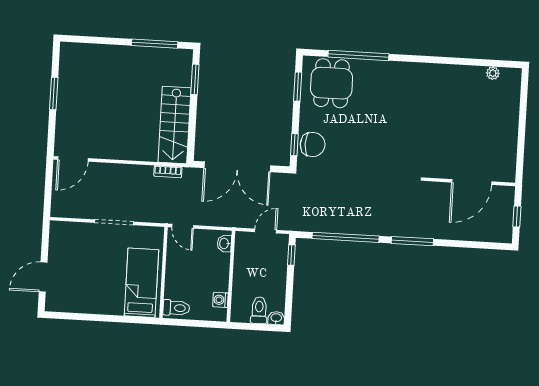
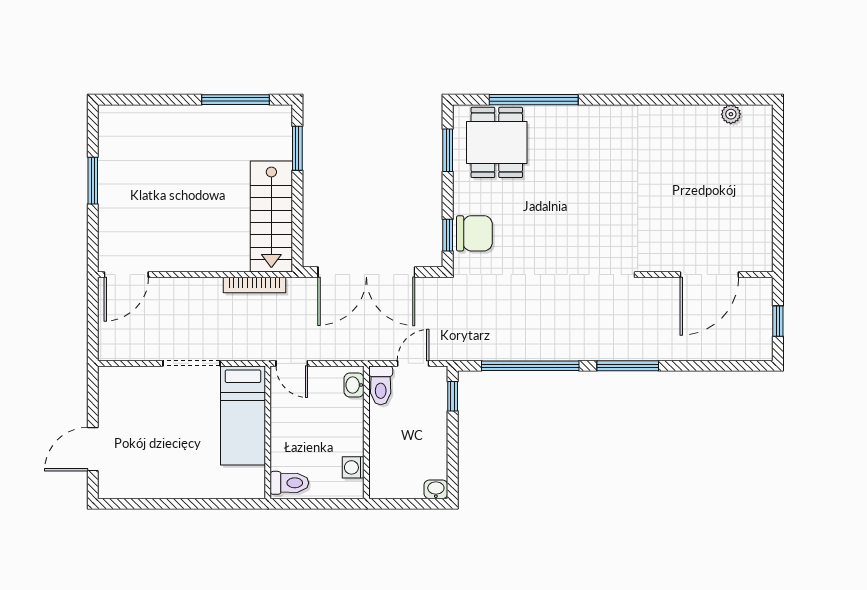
bookcase: (168, 172) -> (254, 285), width x1.56
bed: (141, 283) -> (243, 415), moved, turned 180
toilet: (259, 310) -> (381, 385), moved, turned 180

